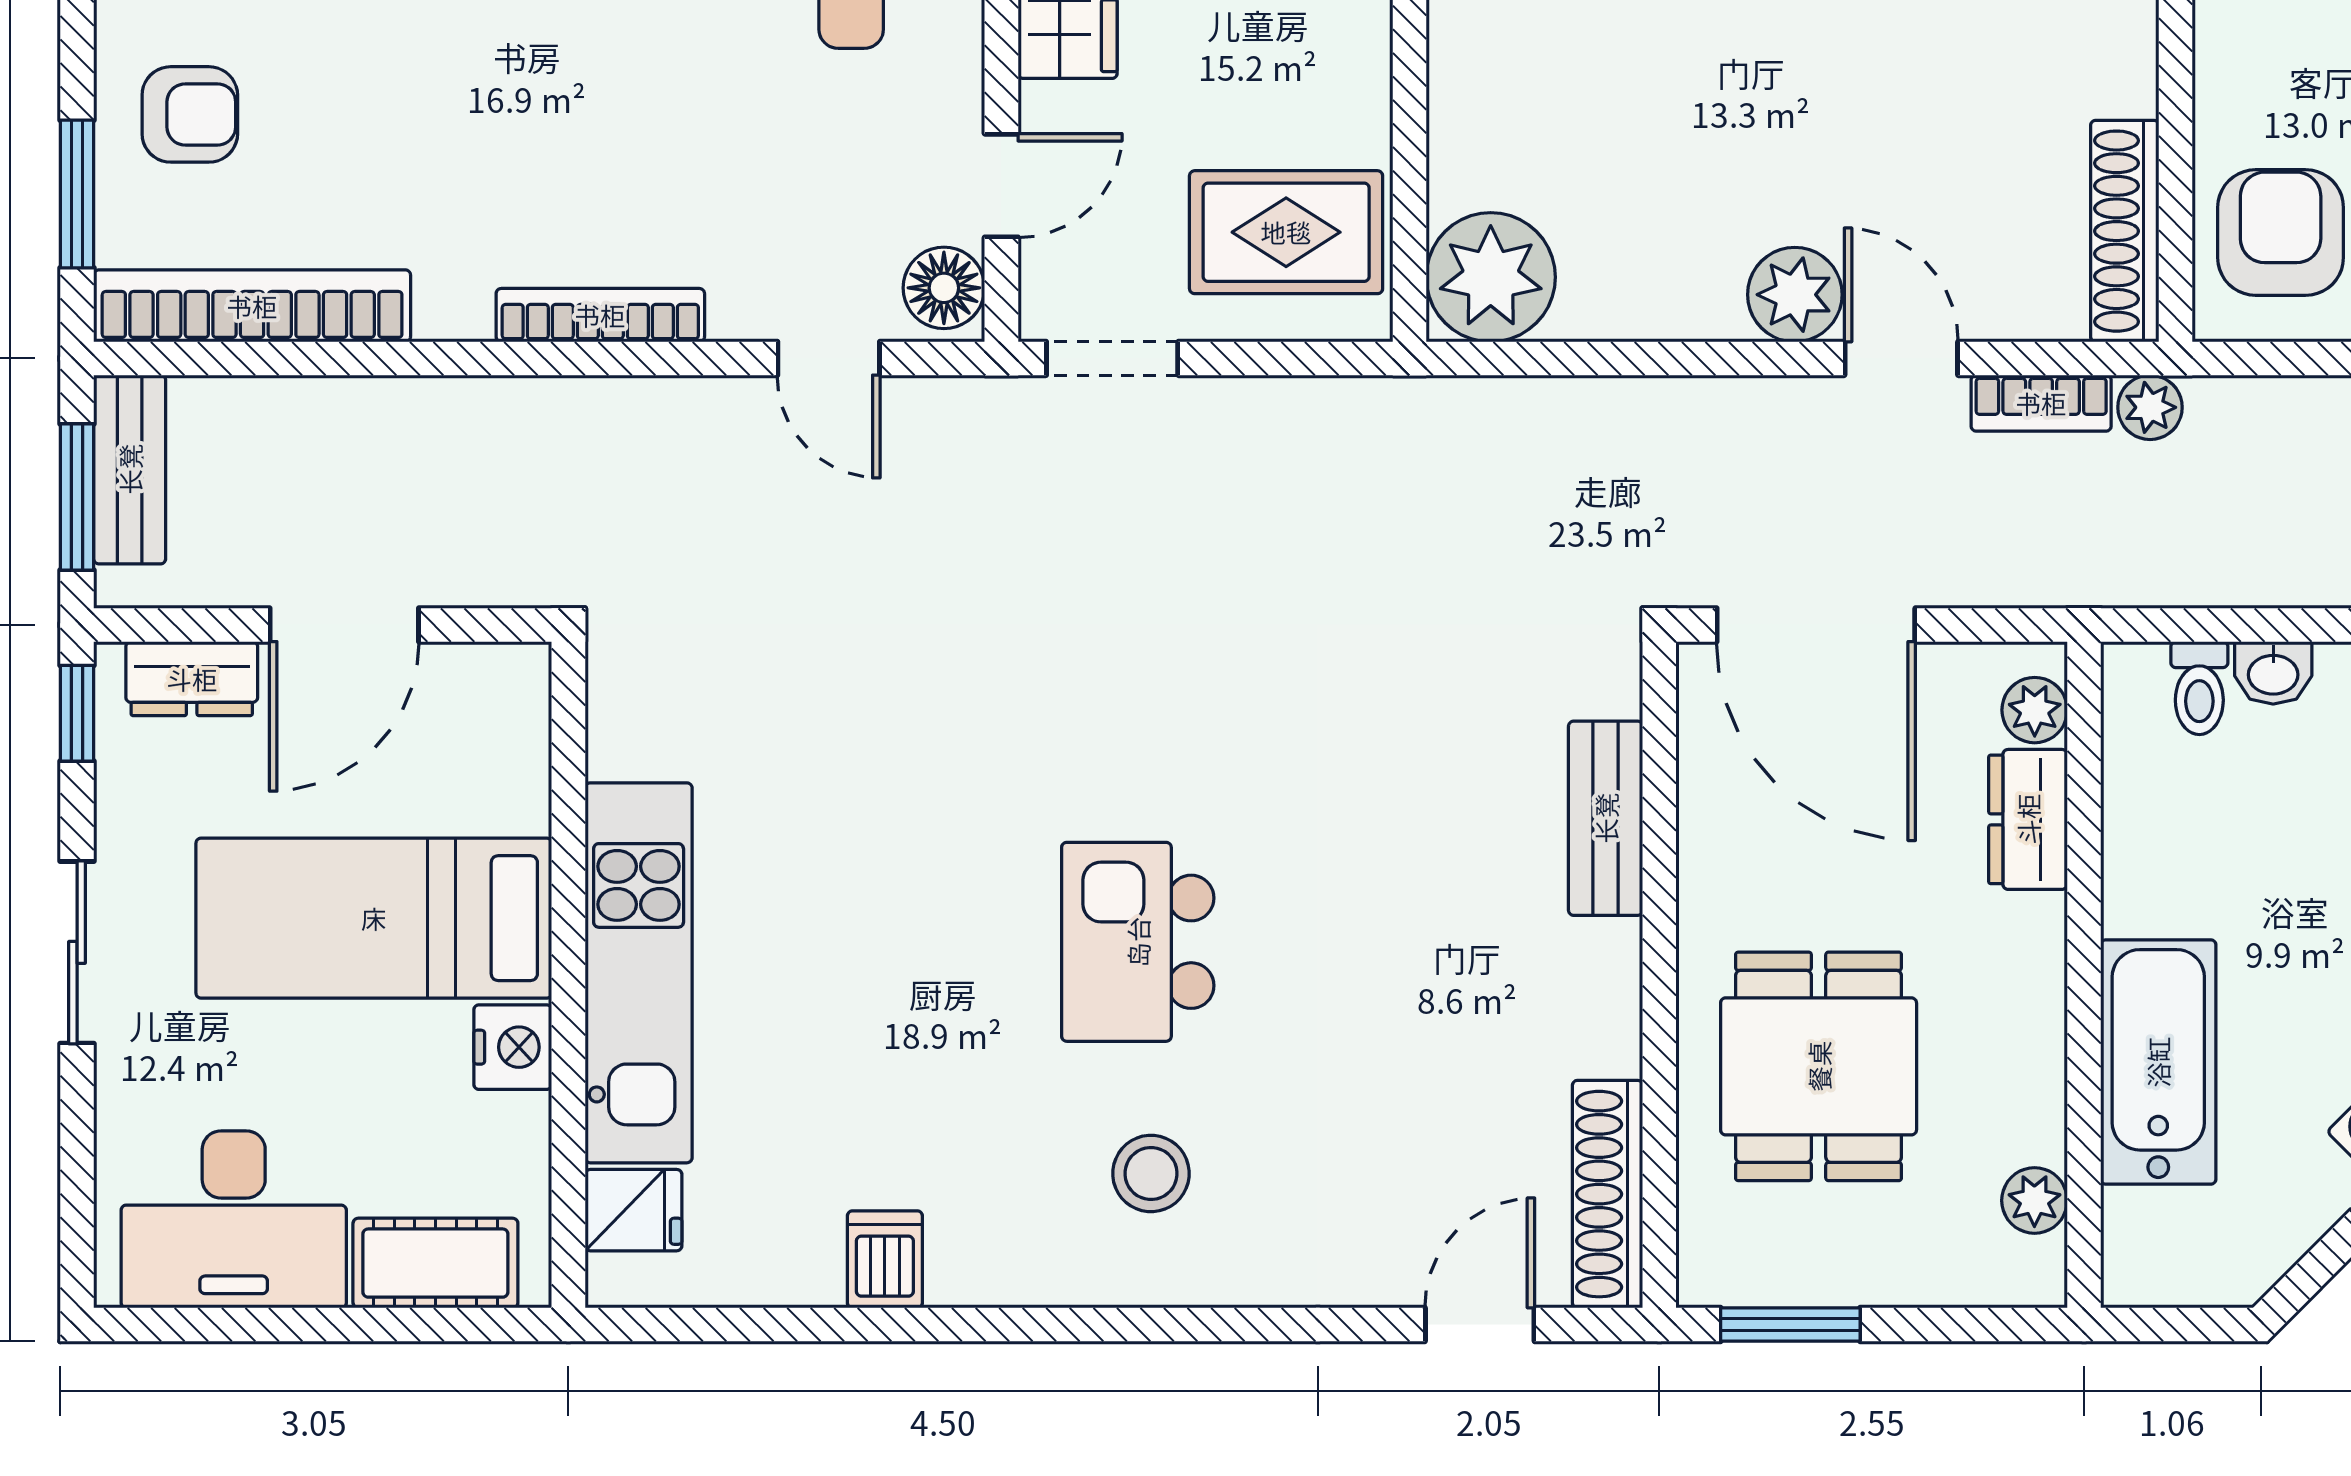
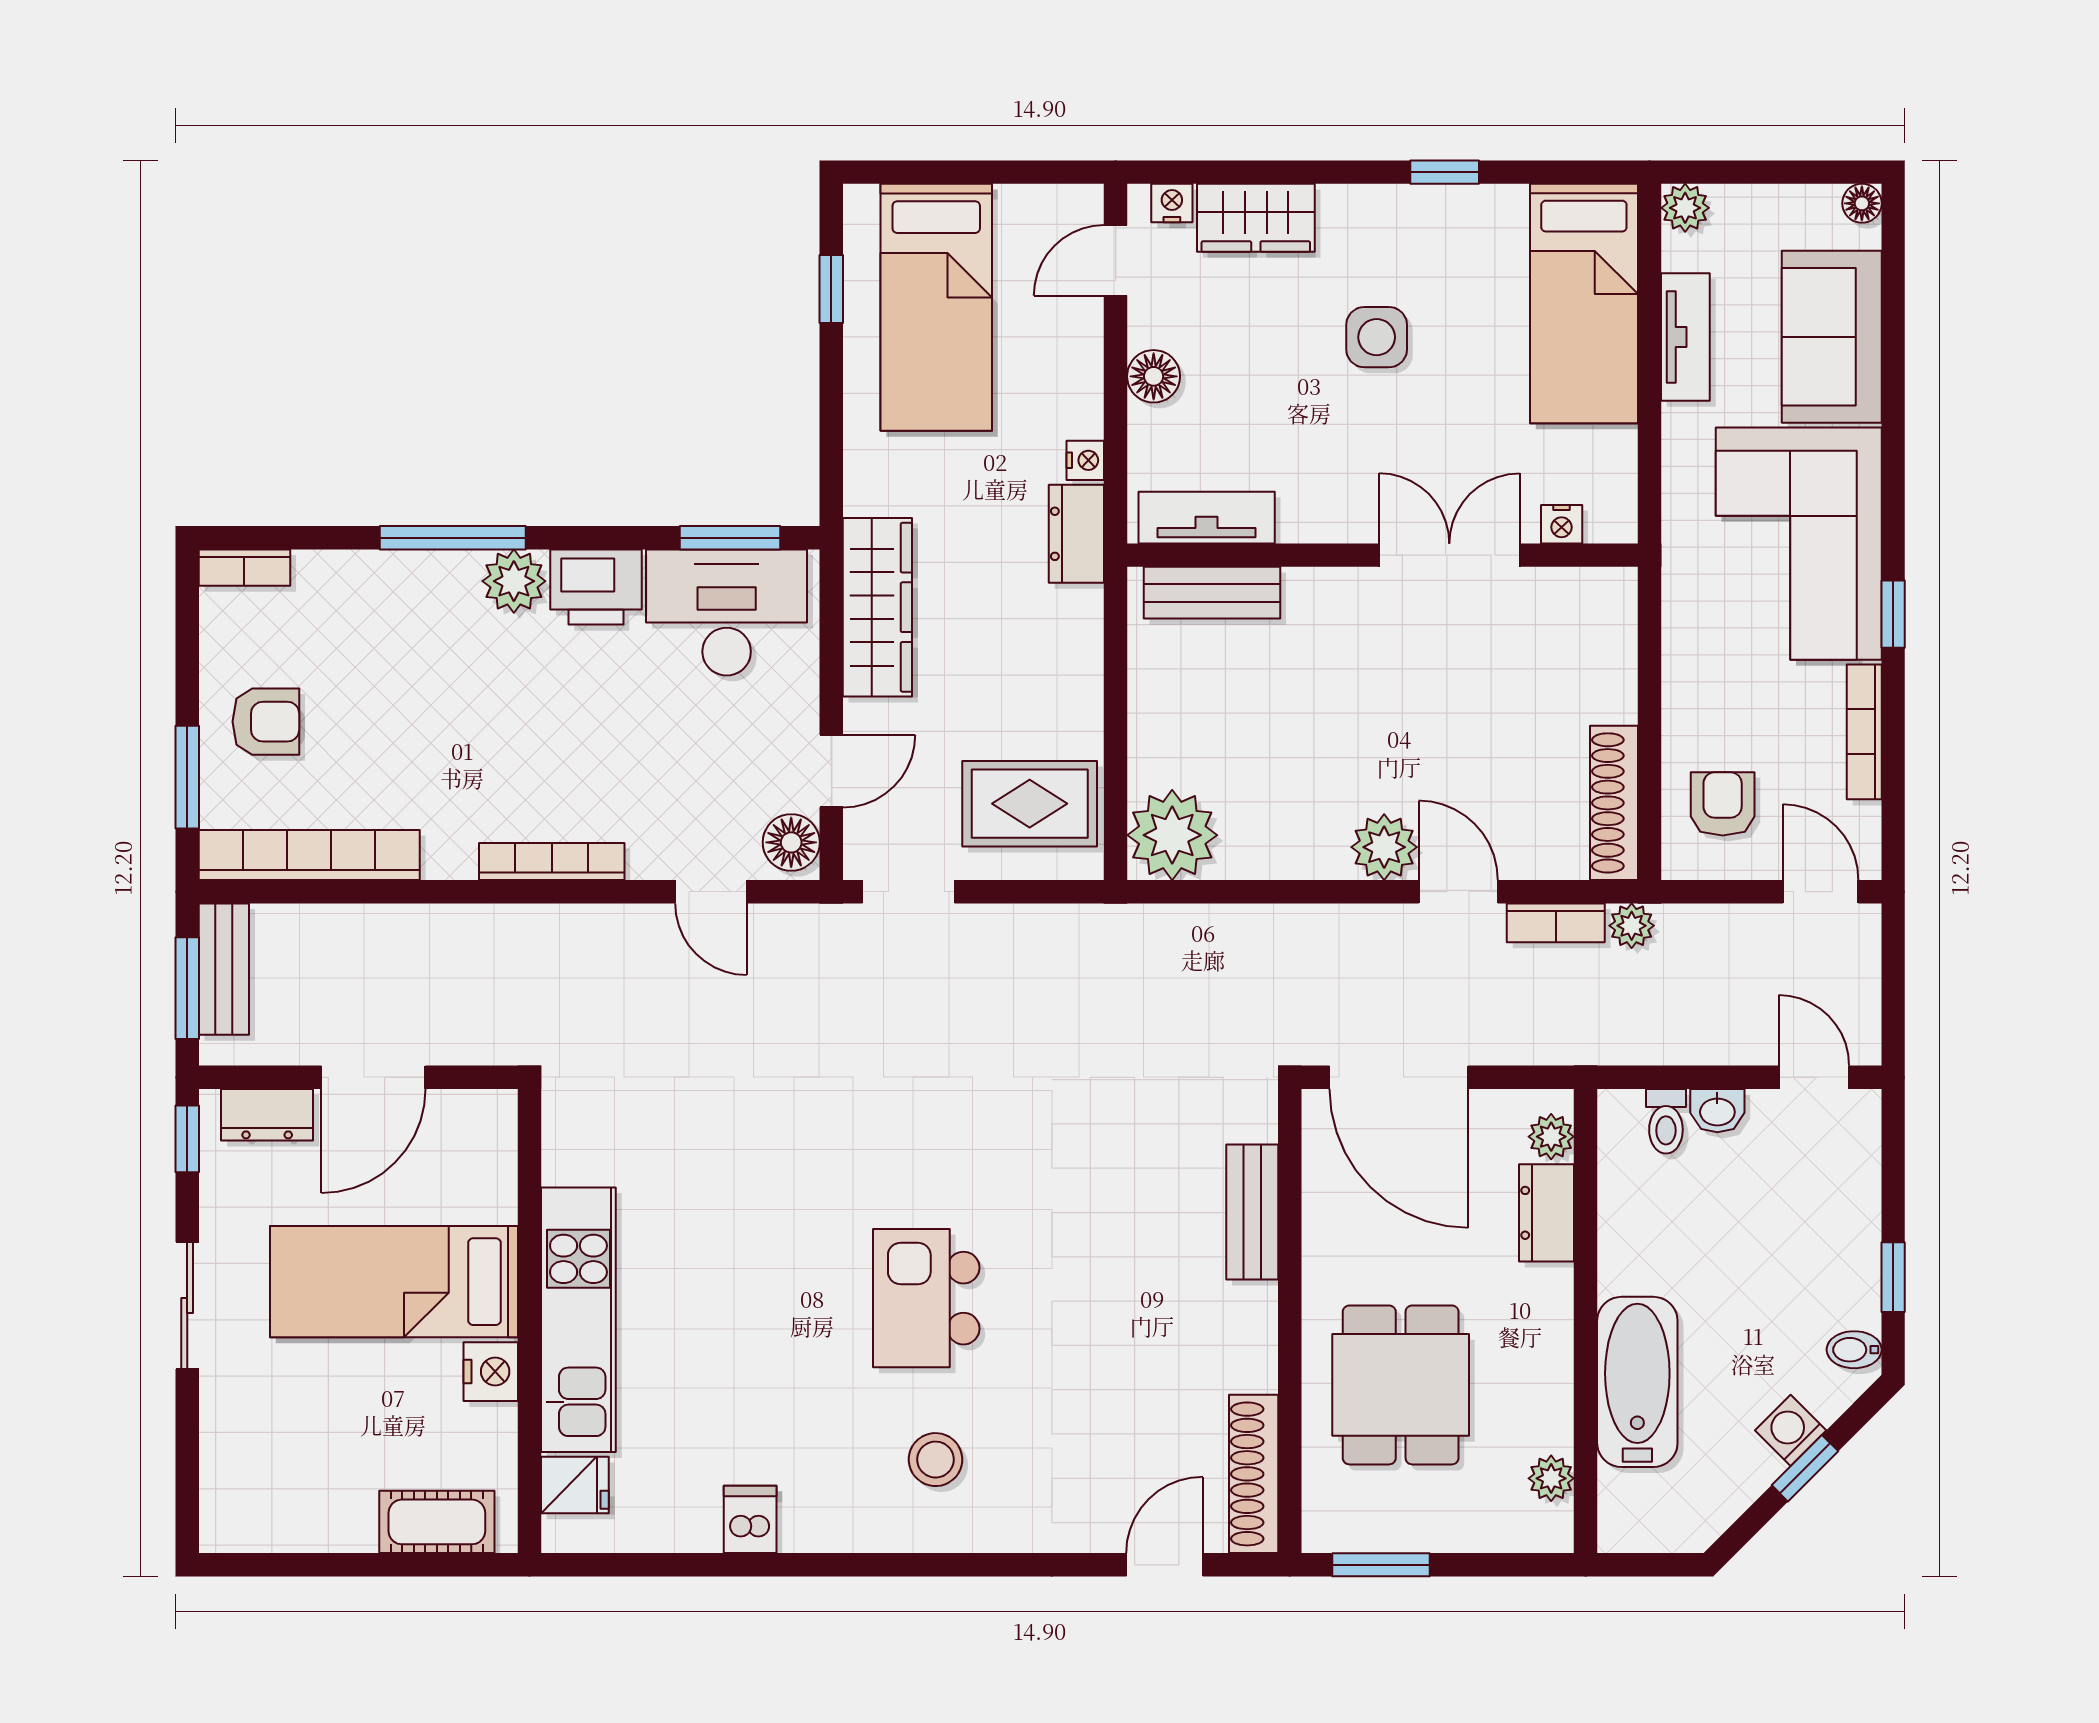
armchair: (2281, 232) -> (1723, 804), width x0.72, depth x0.72
desk: (234, 1219) -> (296, 1491), removed

